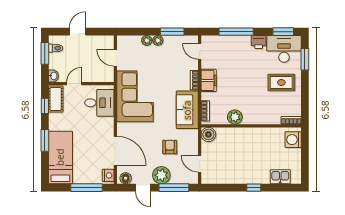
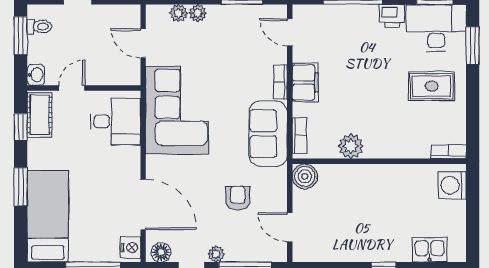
plant: (158, 40) -> (179, 13), moved
plant: (161, 175) -> (216, 254), width x0.53, depth x0.53

